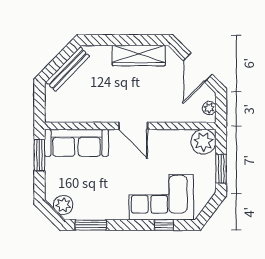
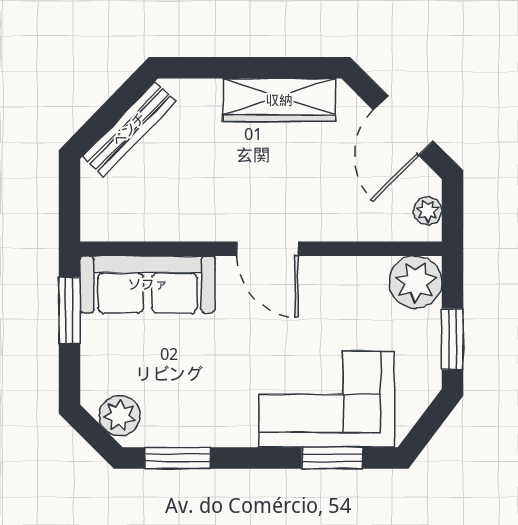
window: (164, 225) -> (332, 458), width x1.50

